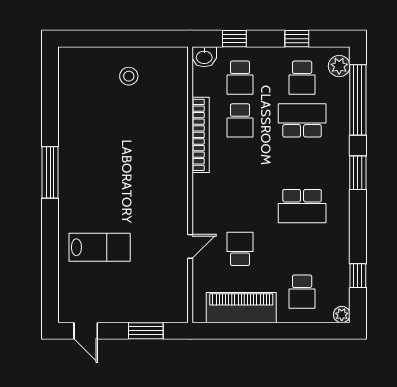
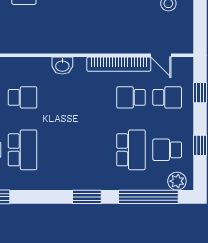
washbasin: (204, 57) -> (62, 66), moved, turned -90
school desk: (240, 78) -> (167, 97), turned 180
school desk: (302, 206) -> (23, 150), moved, turned 180
door: (190, 246) -> (161, 55), moved

